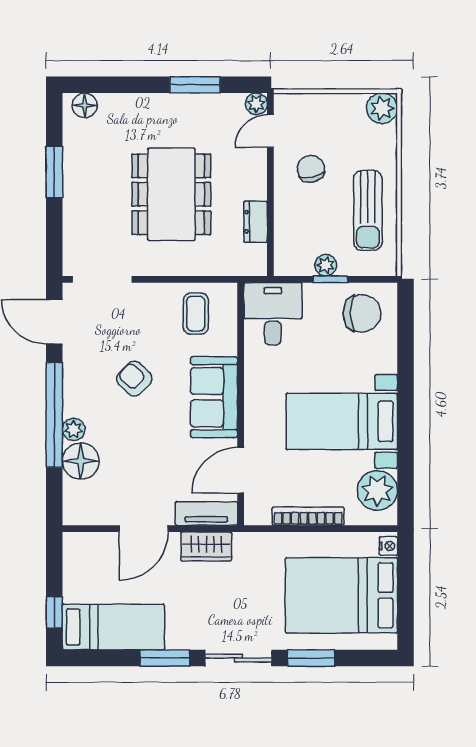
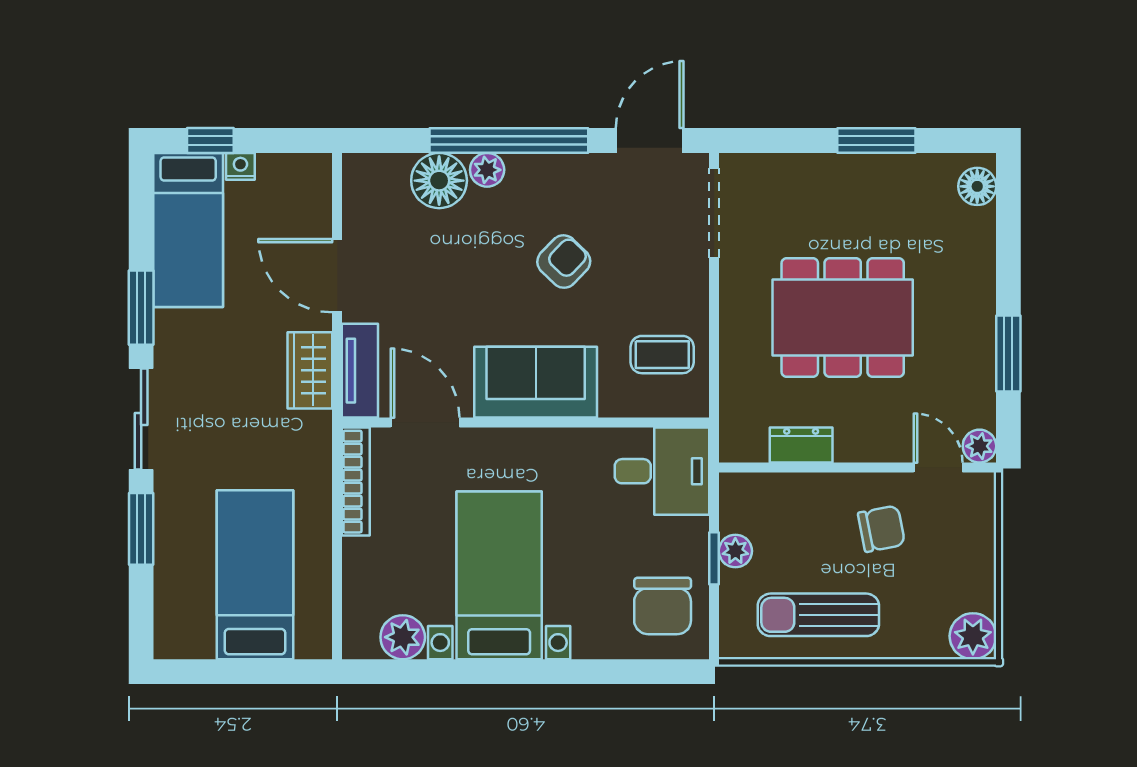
plant: (377, 490) -> (403, 637), width x0.73, depth x0.73
bookcase: (308, 516) -> (356, 482), moved
nightstand: (388, 546) -> (240, 166), moved, turned 180
bed: (341, 595) -> (255, 575), width x0.67

